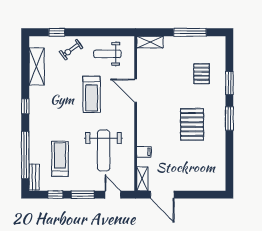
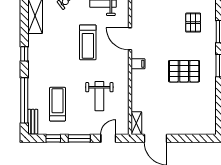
pallet: (192, 124) -> (184, 71), turned 90
weight bench: (104, 150) -> (99, 96), width x0.73, depth x0.75
filing cabinet: (144, 152) -> (138, 64), moved
door: (113, 195) -> (108, 138), hinge flipped

